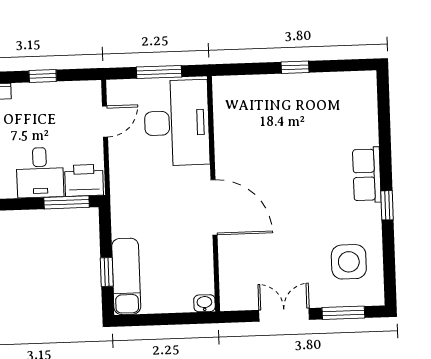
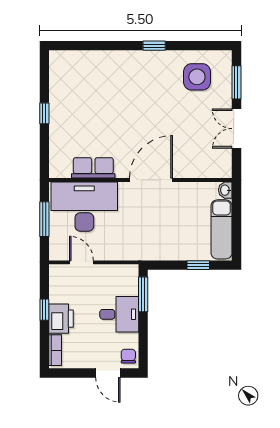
row of seats: (367, 175) -> (93, 168), moved, turned 180
printer: (84, 180) -> (61, 319), moved, turned 180
exam couch: (126, 276) -> (221, 229), moved, turned -90

